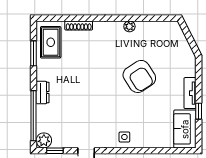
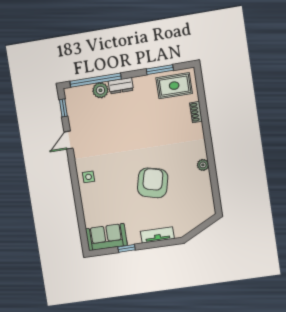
shoe rack: (79, 26) -> (196, 112), width x0.70
armchair: (139, 76) -> (153, 183), turned 137
tv unit: (190, 93) -> (157, 235), moved
plant: (44, 140) -> (100, 90), moved

